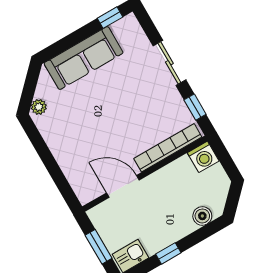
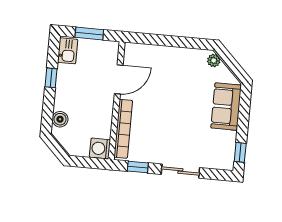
sofa: (84, 58) -> (226, 107), width x0.73

